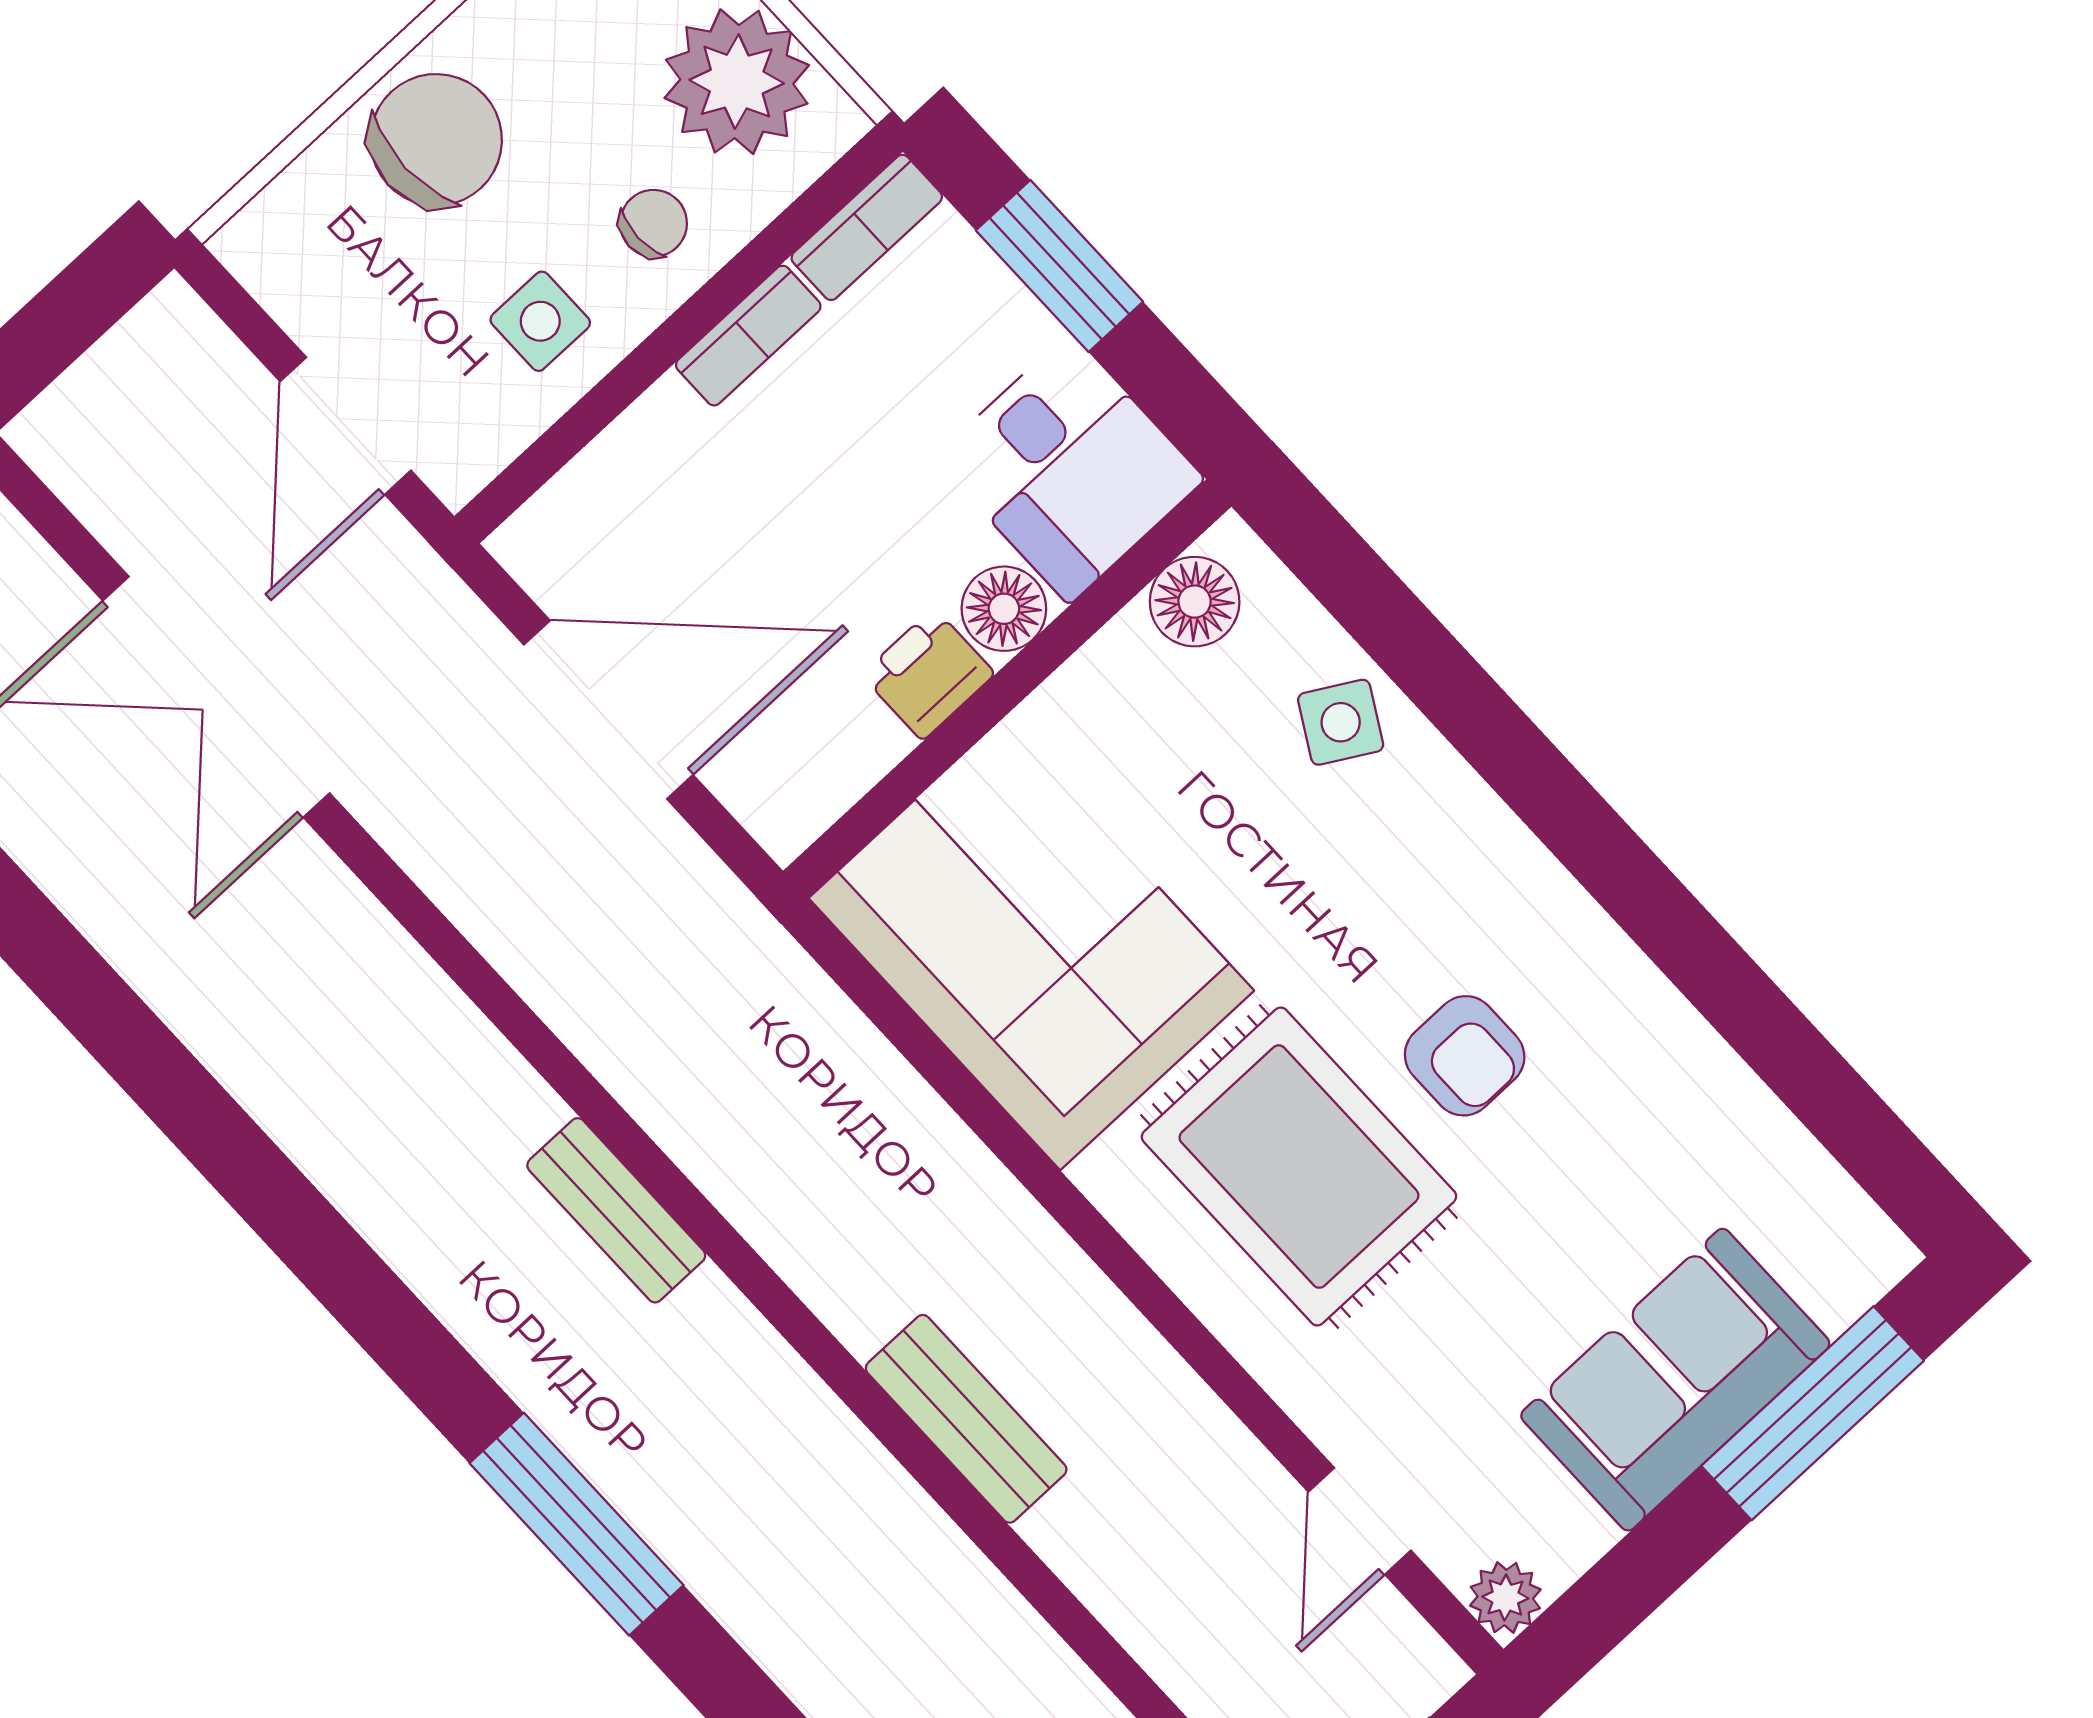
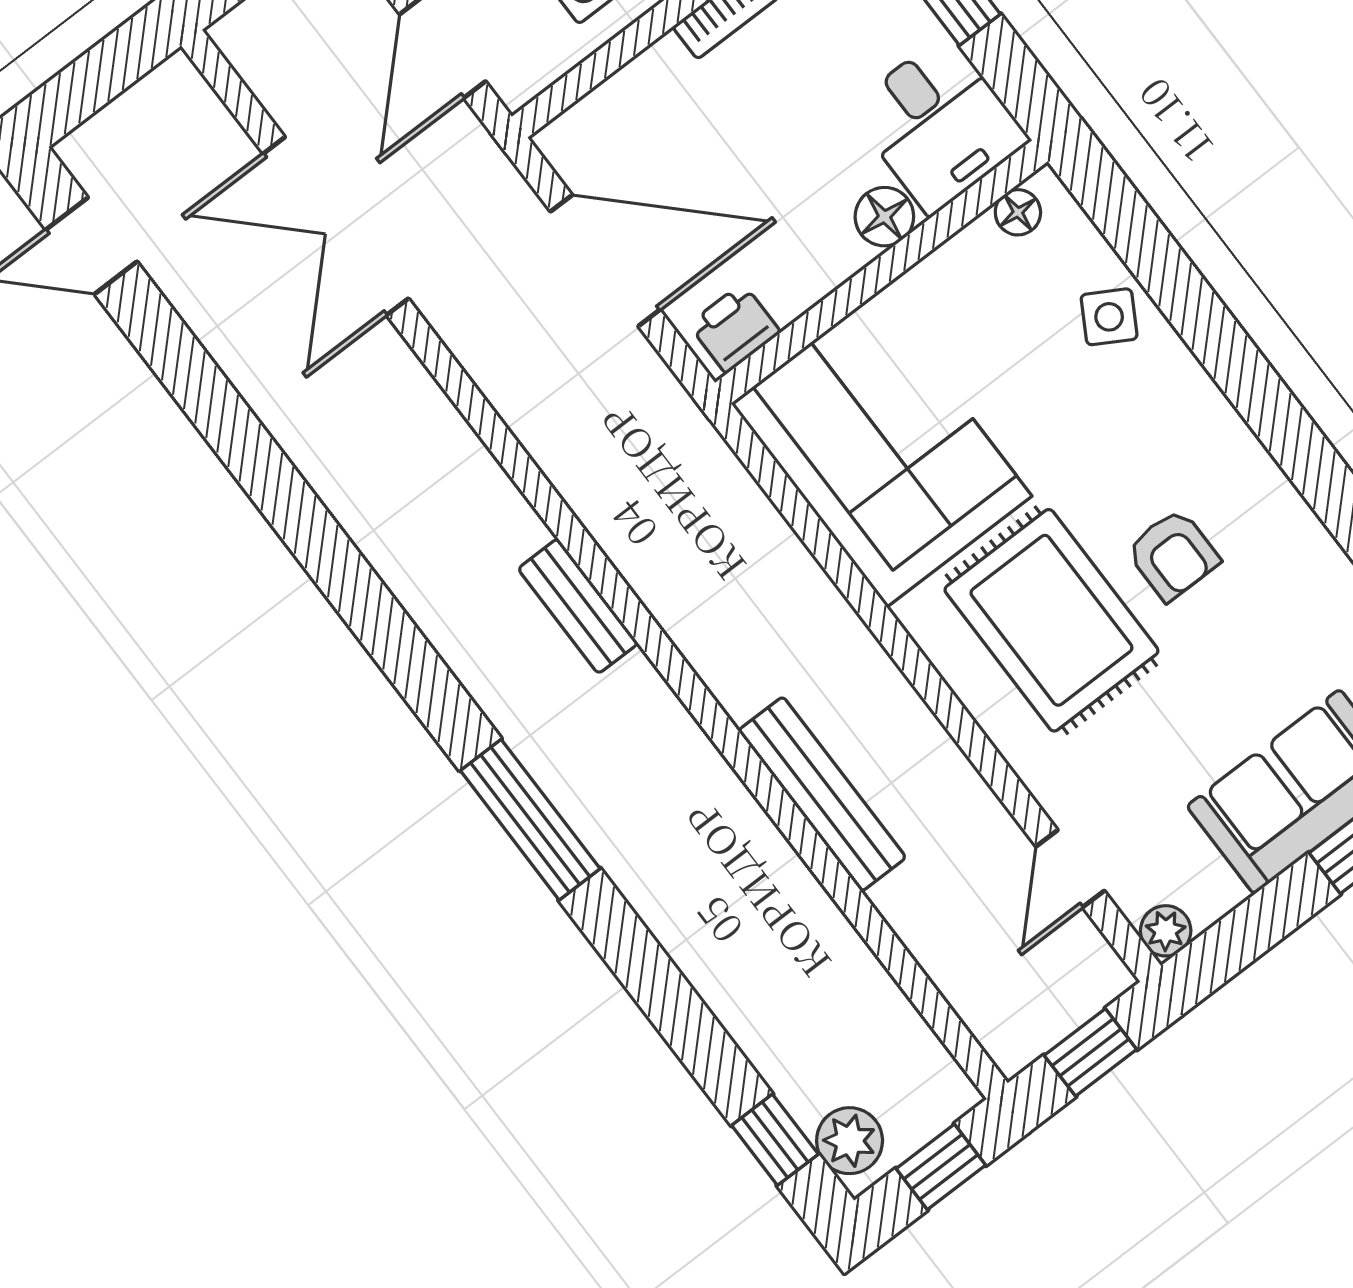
floor lamp: (1195, 602) -> (1018, 212), width x0.73, depth x0.73
printer: (928, 674) -> (734, 328), moved
bench: (966, 1419) -> (822, 794), width x1.36

